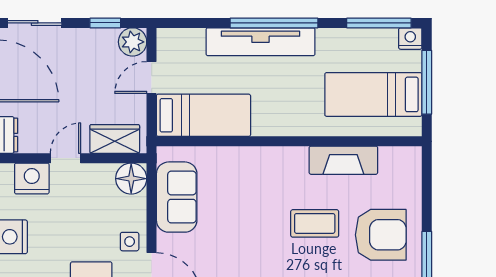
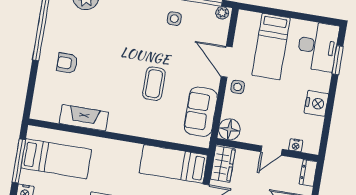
wardrobe: (115, 139) -> (223, 164), moved, turned -90
nightstand: (32, 178) -> (296, 145), width x0.53, depth x0.56
coffee table: (315, 223) -> (154, 84), moved, turned 90
armchair: (381, 235) -> (67, 63), width x0.53, depth x0.53

